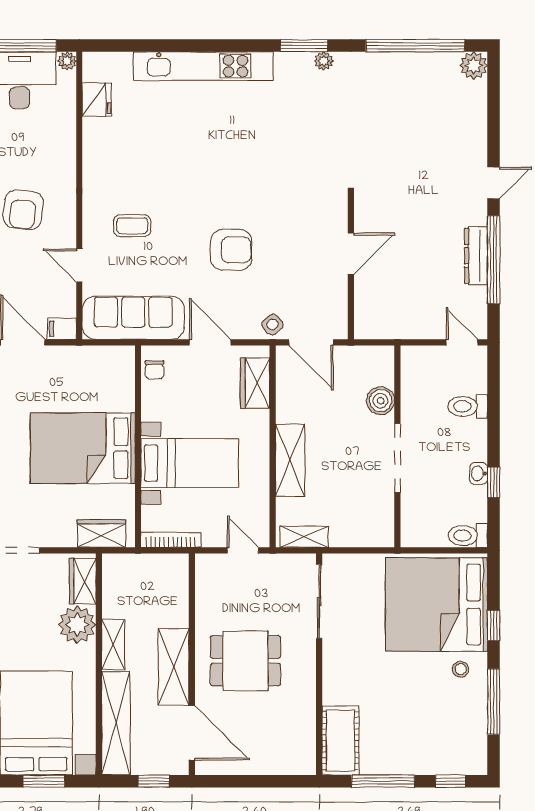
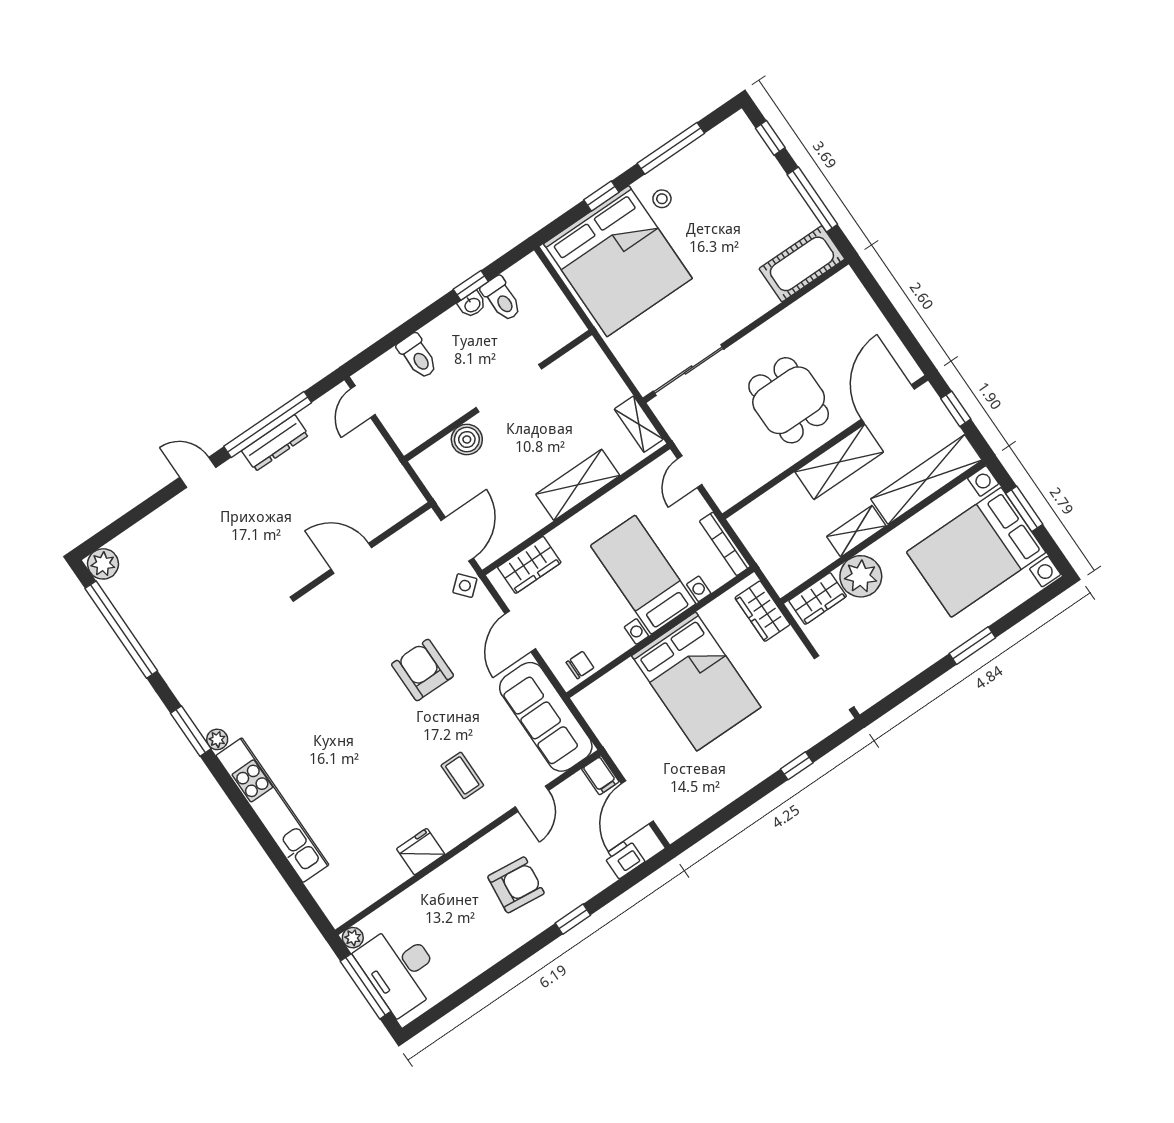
plant: (324, 61) -> (217, 739), moved
fridge: (97, 99) -> (421, 852), moved
toilet: (468, 536) -> (501, 299), moved

